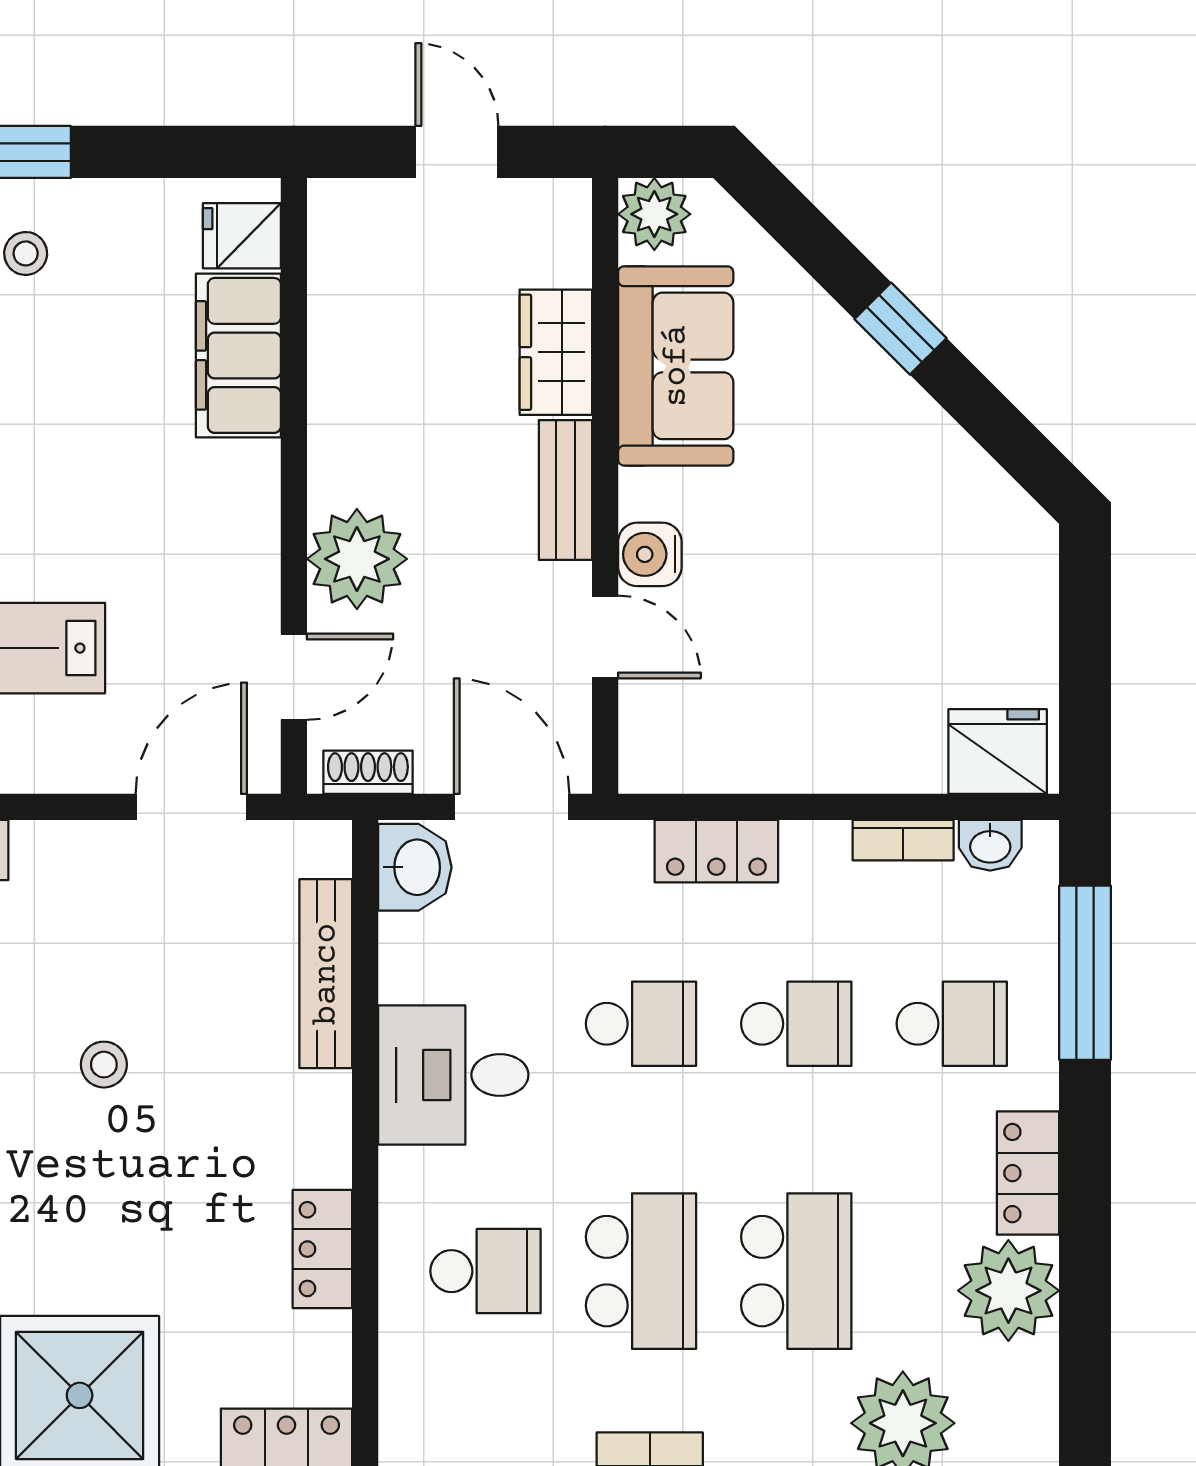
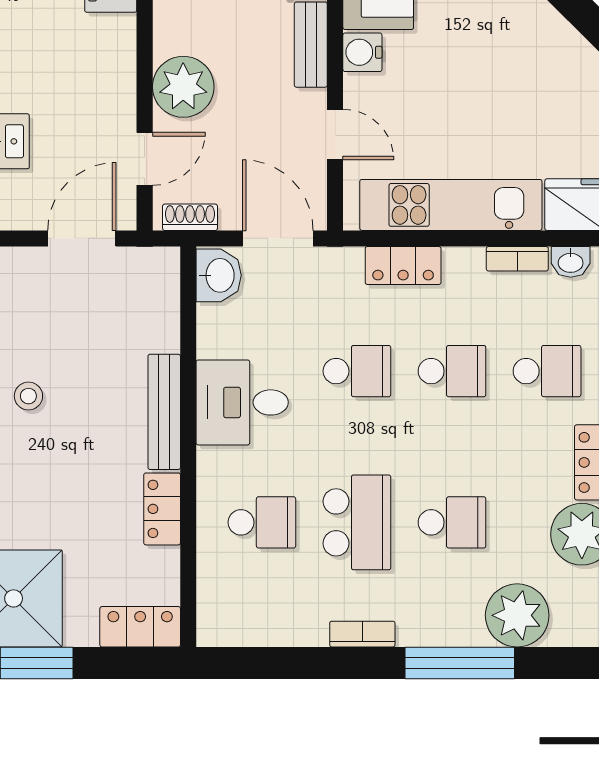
water cooler: (650, 554) -> (362, 52), moved
kitchen unit: (794, 752) -> (451, 205), added
bench: (326, 974) -> (164, 412), moved
school desk: (796, 1271) -> (452, 522), width x0.54

